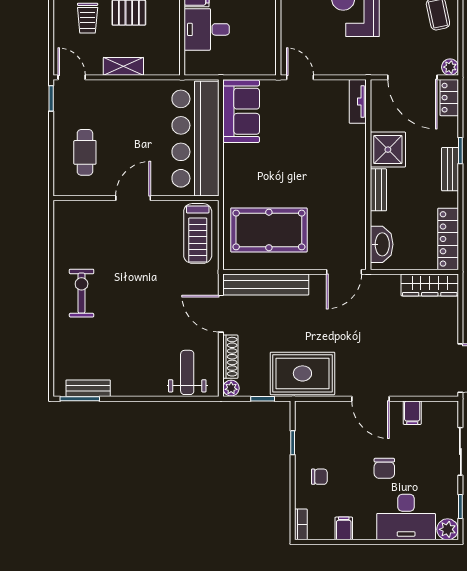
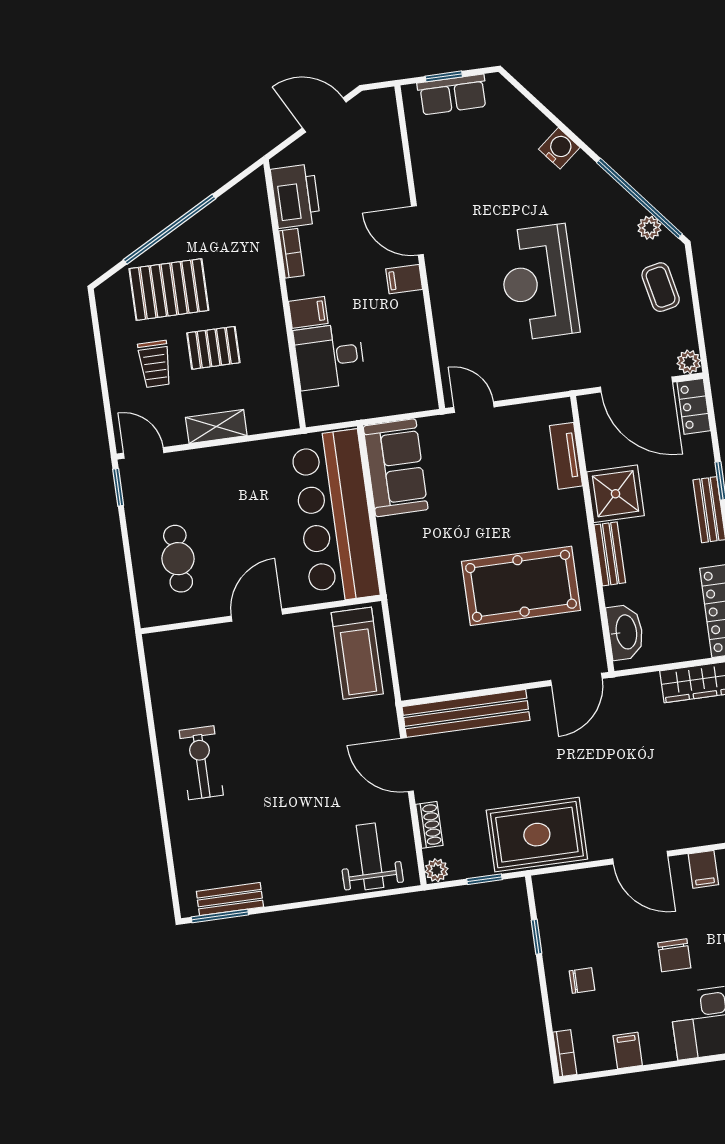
tv unit: (358, 101) -> (566, 456), moved
pool table: (269, 230) -> (521, 586), moved
shoe rack: (230, 357) -> (429, 825), width x0.70

